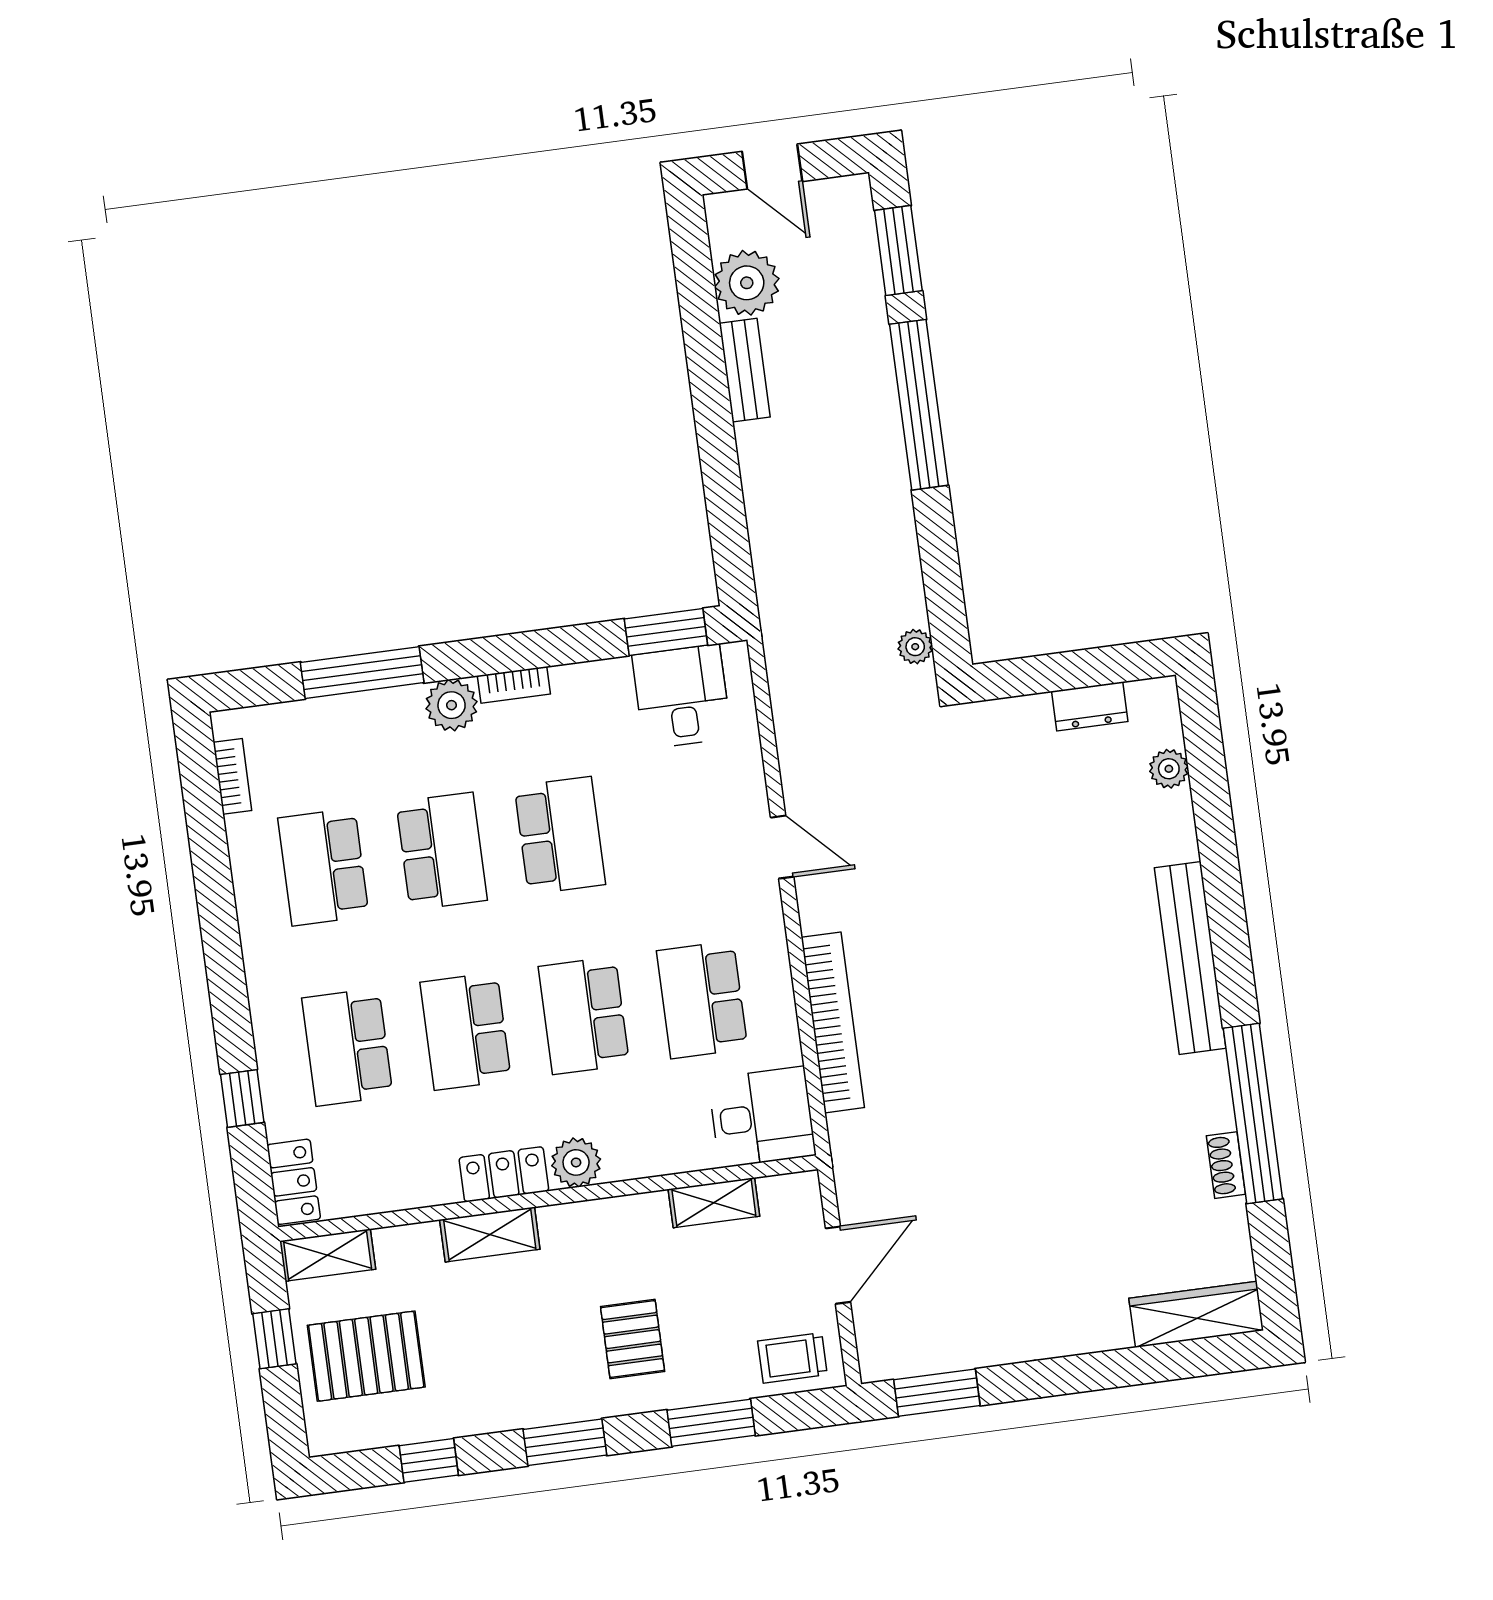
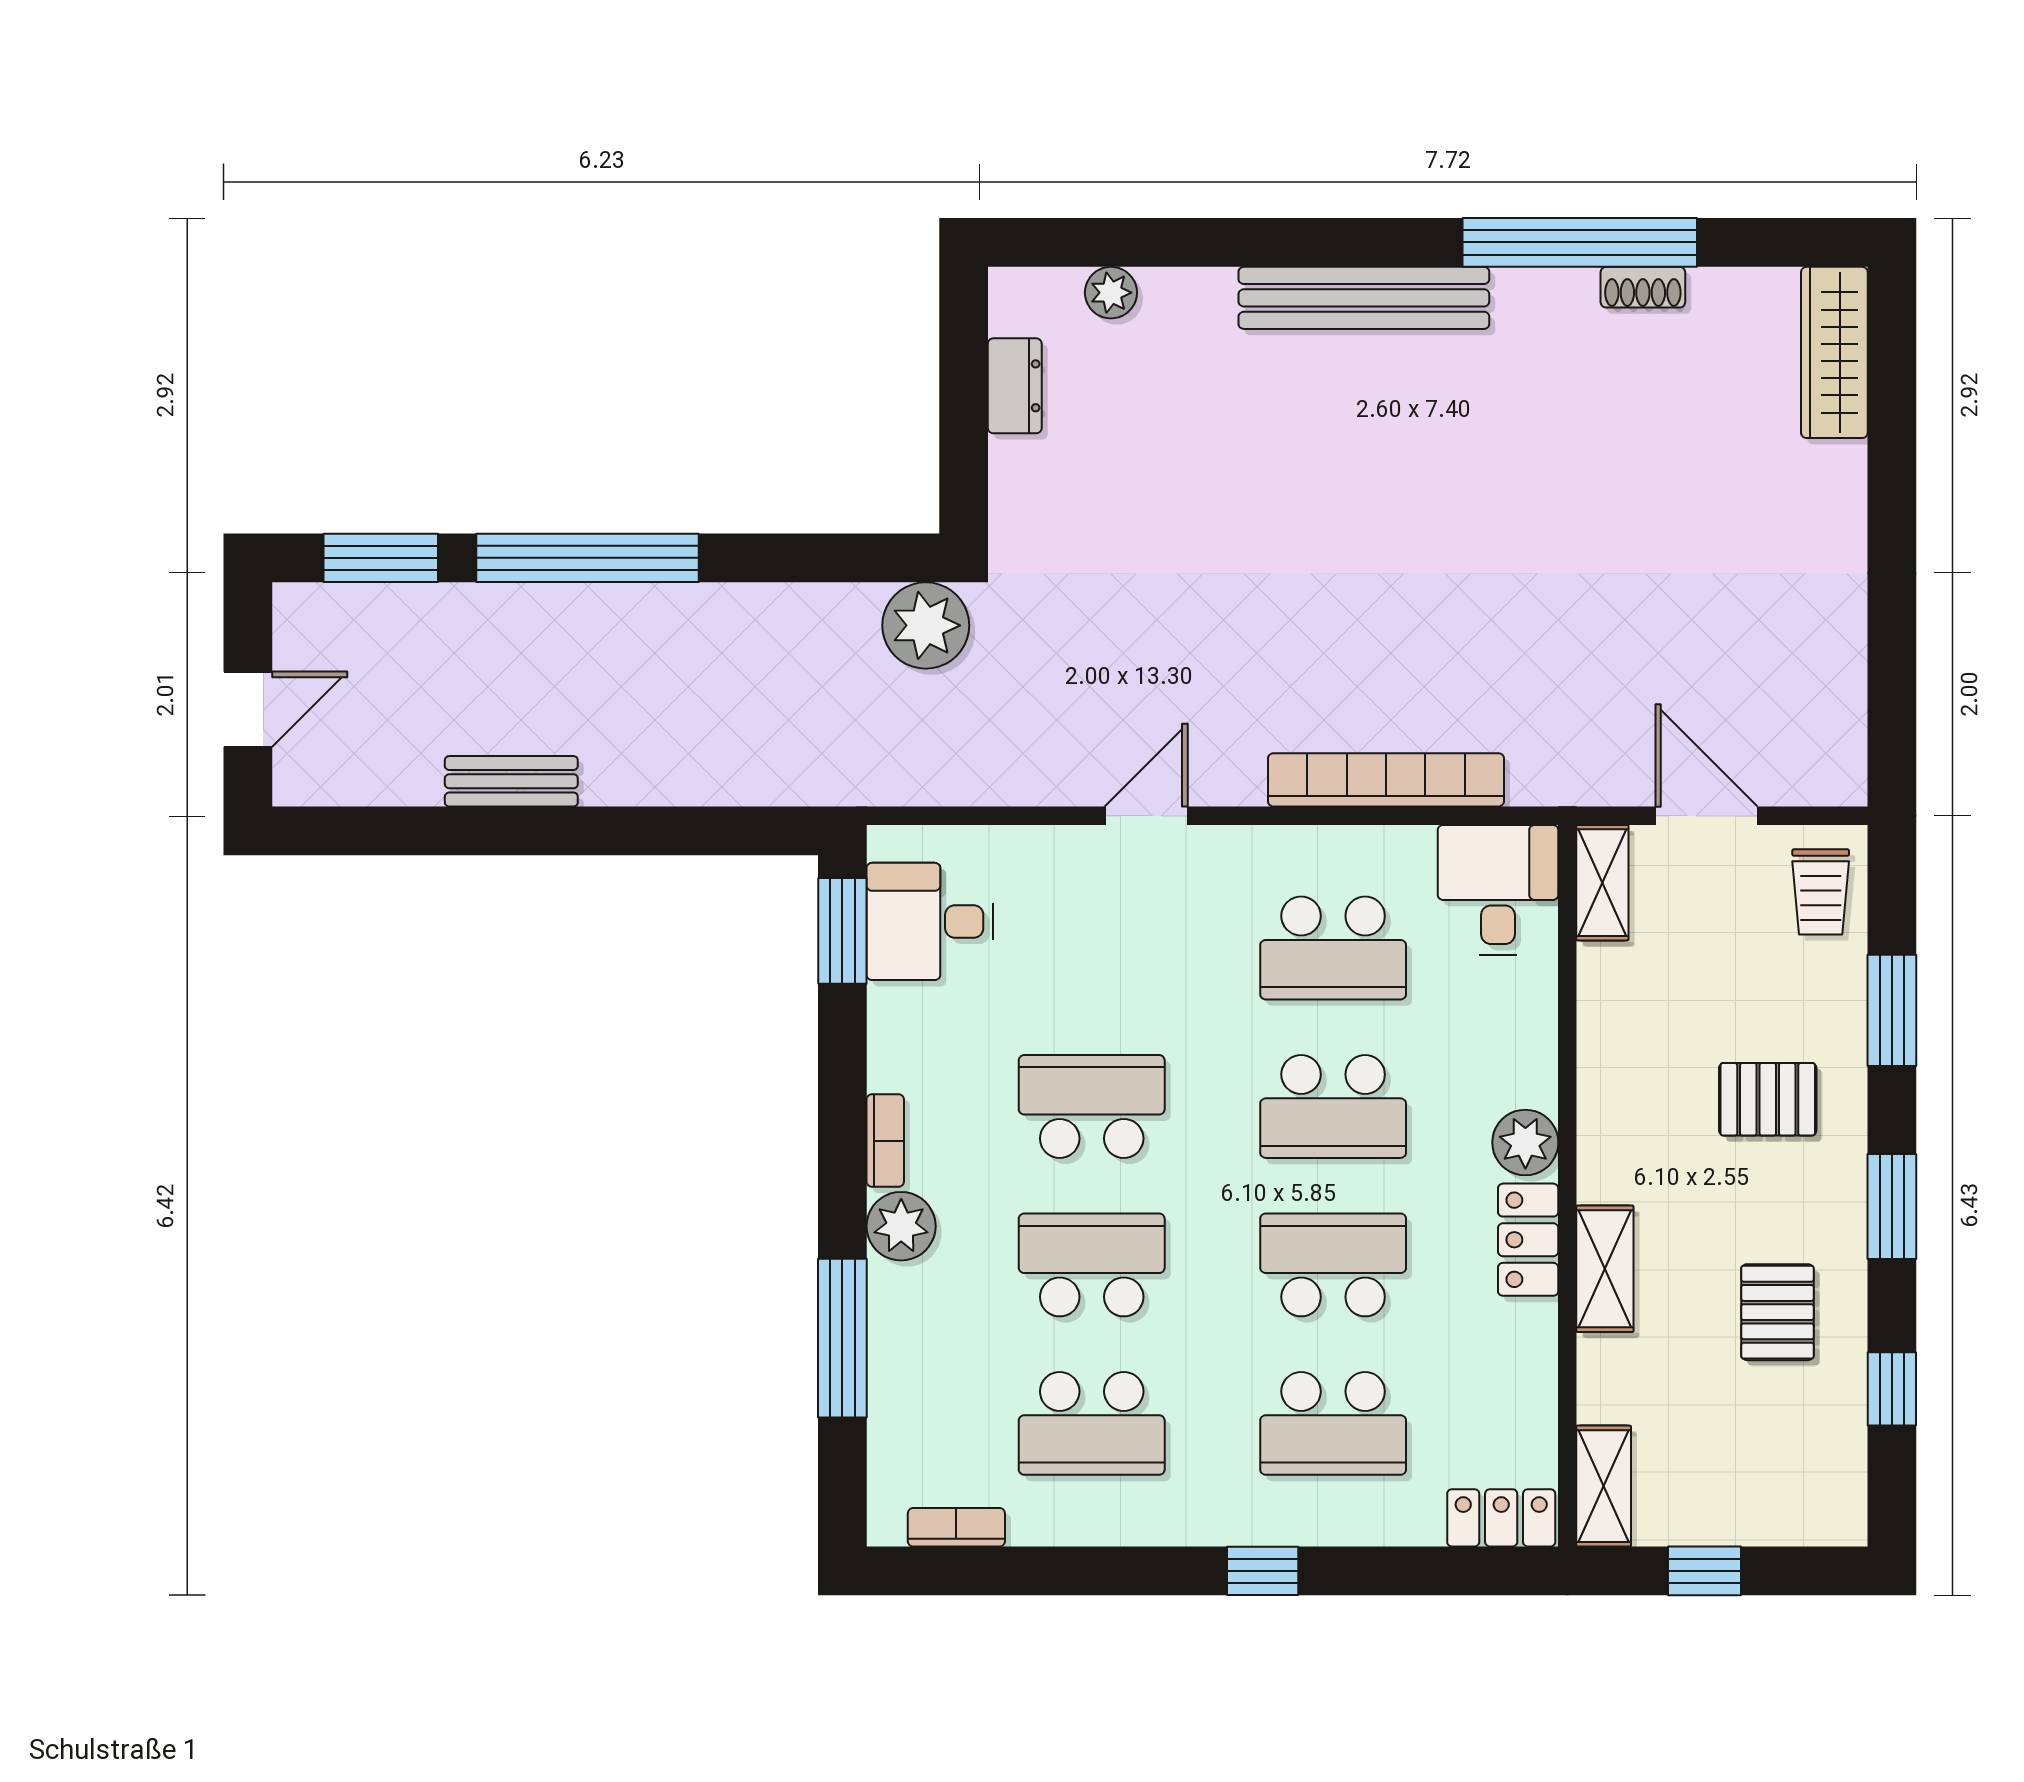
plant: (747, 283) -> (397, 763), removed
plant: (915, 647) -> (926, 625), width x1.88, depth x1.88
school desk: (466, 1031) -> (1333, 1265), turned 180
window: (242, 1098) -> (1263, 1571), moved
shelving: (714, 1203) -> (1602, 883), moved
pallet: (366, 1356) -> (1777, 1312), moved, width x0.67, depth x0.71
window: (937, 1393) -> (1892, 708), removed

